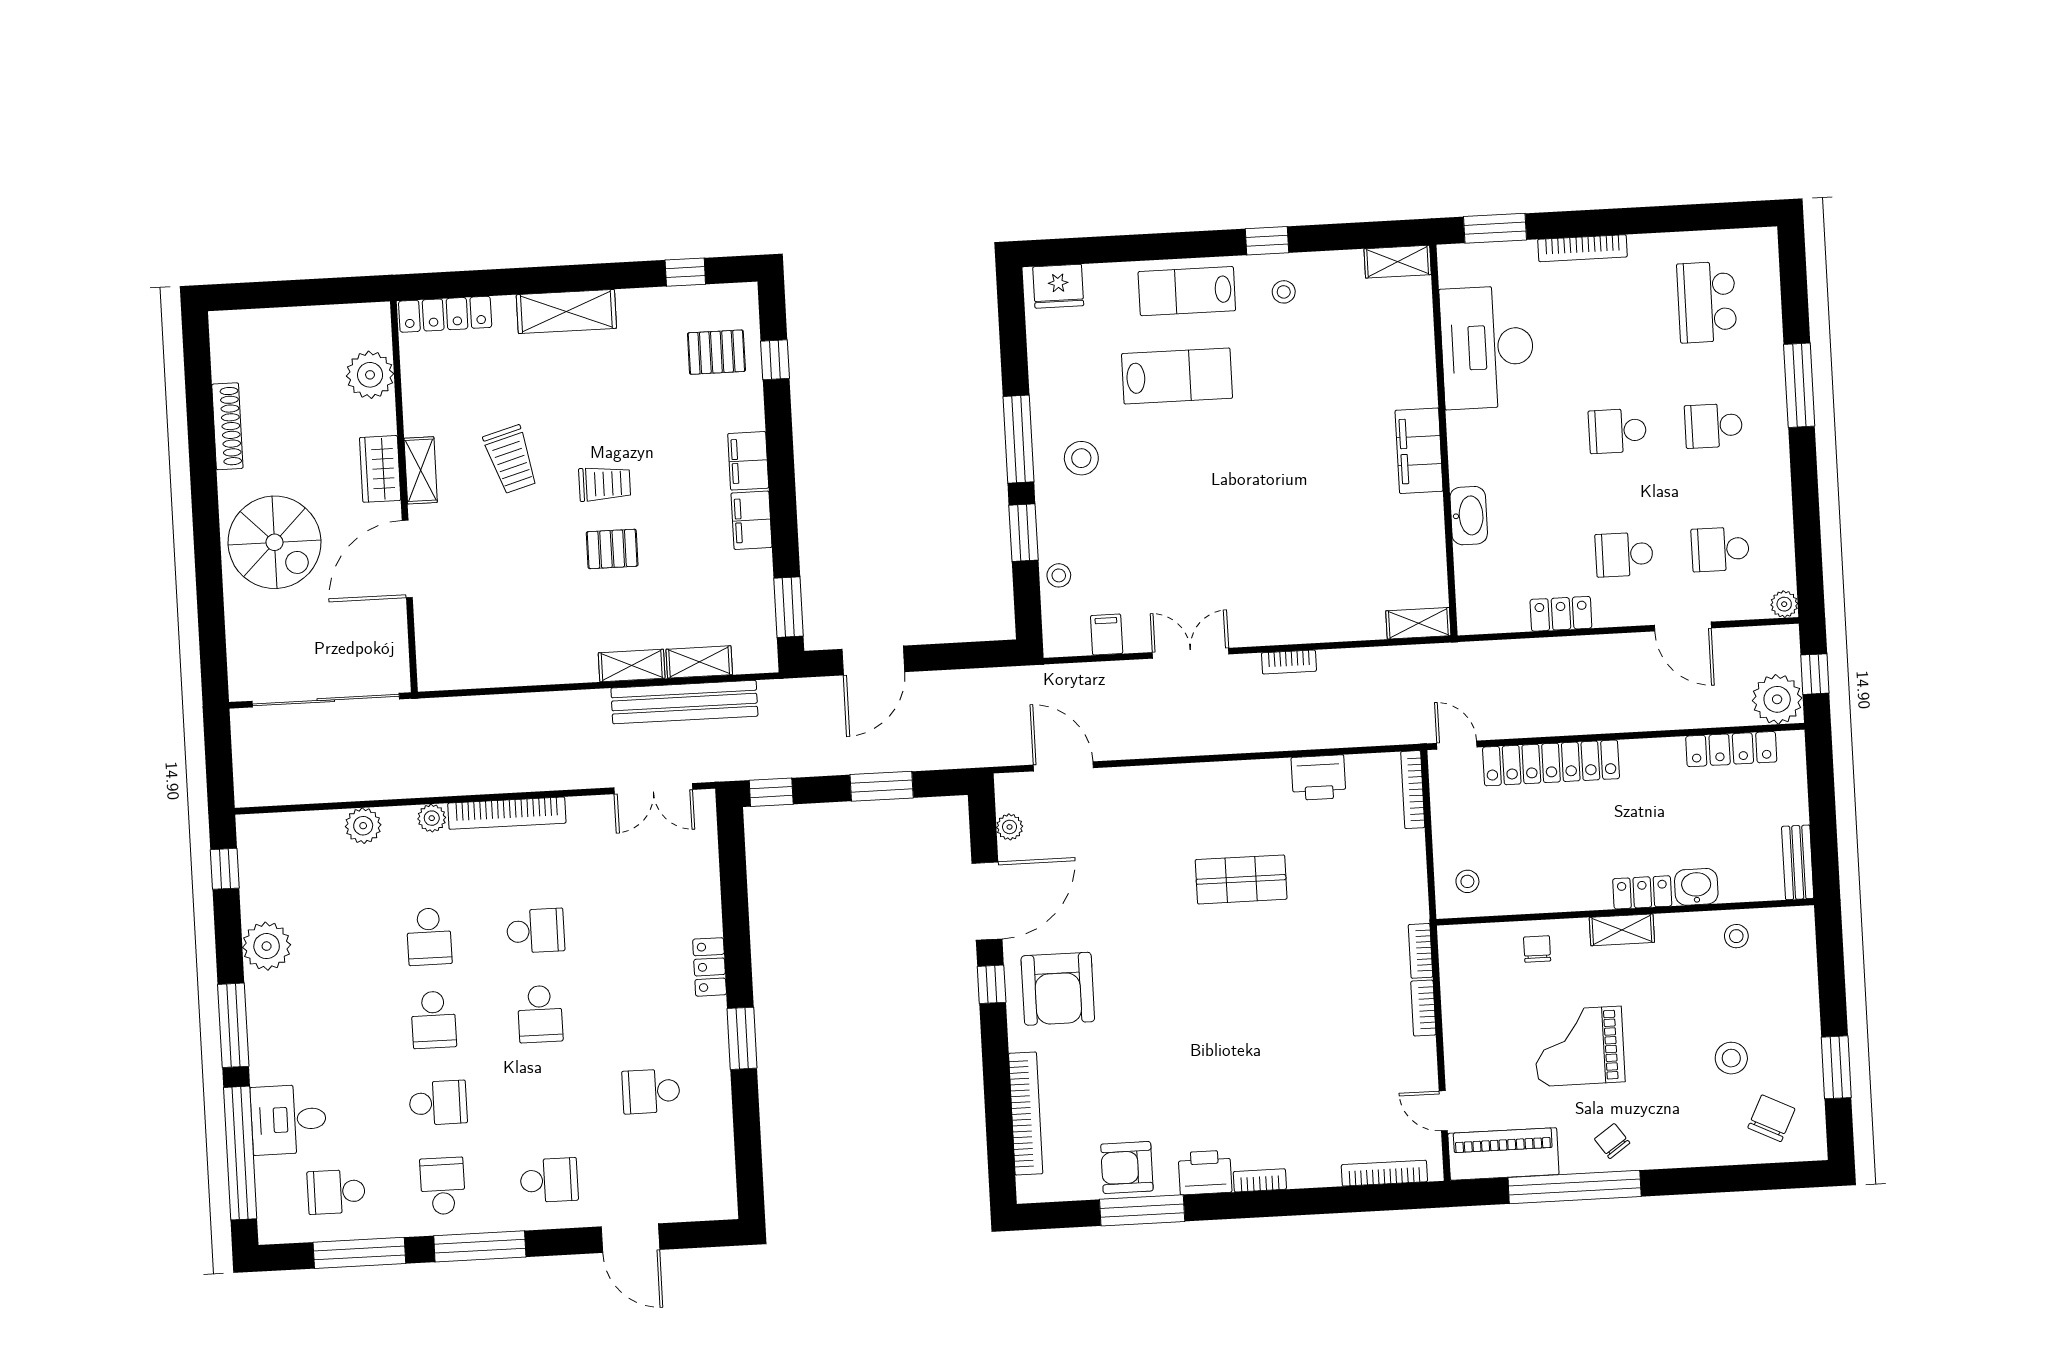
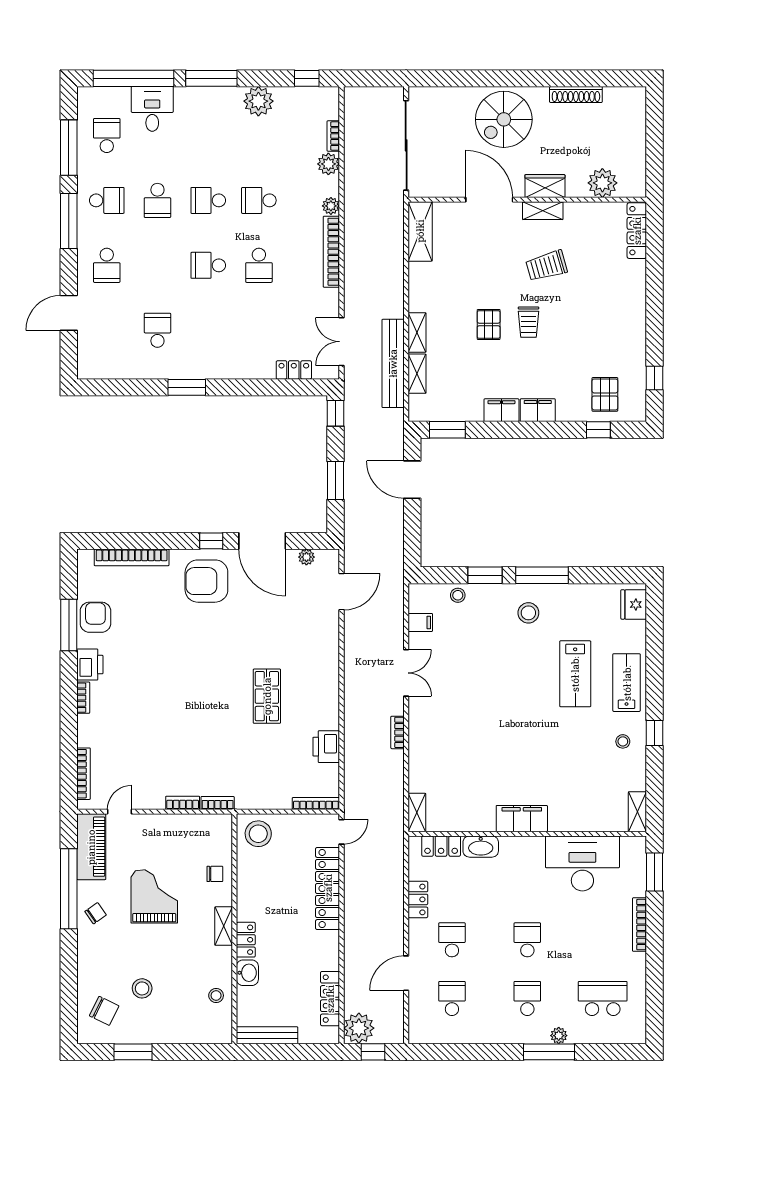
shelving: (566, 312) -> (420, 231), moved
locker: (1471, 581) -> (441, 846), added
plant: (1784, 604) -> (559, 1036), moved
bookcase: (317, 820) -> (333, 136), added
bench: (1798, 862) -> (267, 1035), width x1.36
stool: (1467, 881) -> (258, 834), width x1.89, depth x1.89
locker: (710, 967) -> (294, 370), moved

